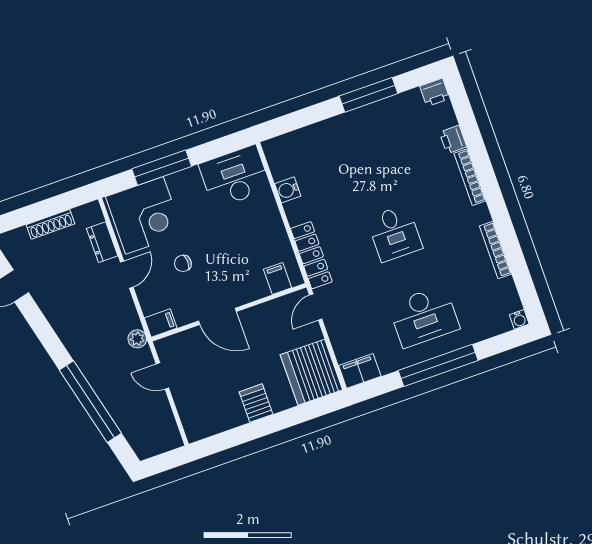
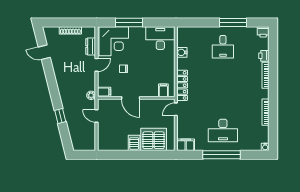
desk: (395, 233) -> (223, 47), moved
server rack: (311, 372) -> (154, 139), moved, turned 90
window: (90, 402) -> (60, 116), width x0.32

